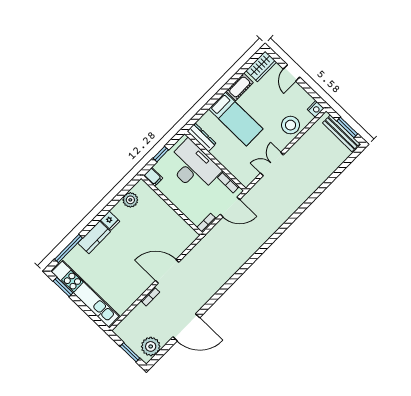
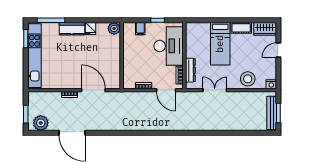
dresser: (202, 137) -> (190, 70), moved
wall: (172, 205) -> (122, 56), moved

